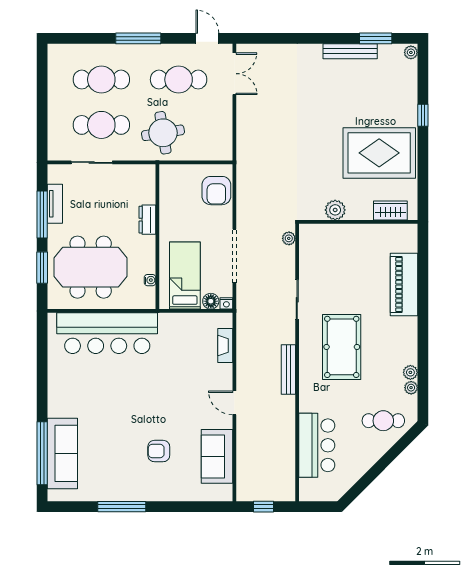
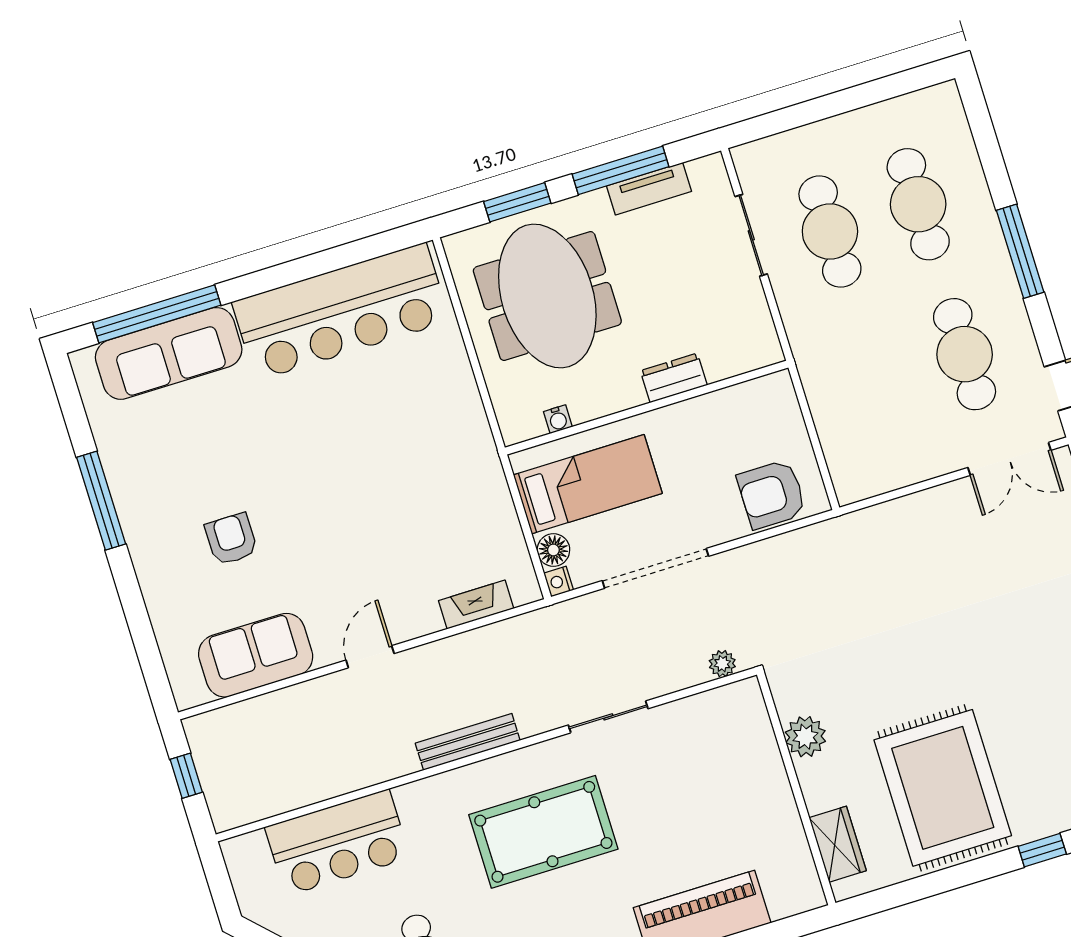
round table: (163, 133) -> (852, 356), removed
bar counter: (107, 333) -> (341, 312), moved, turned -90

